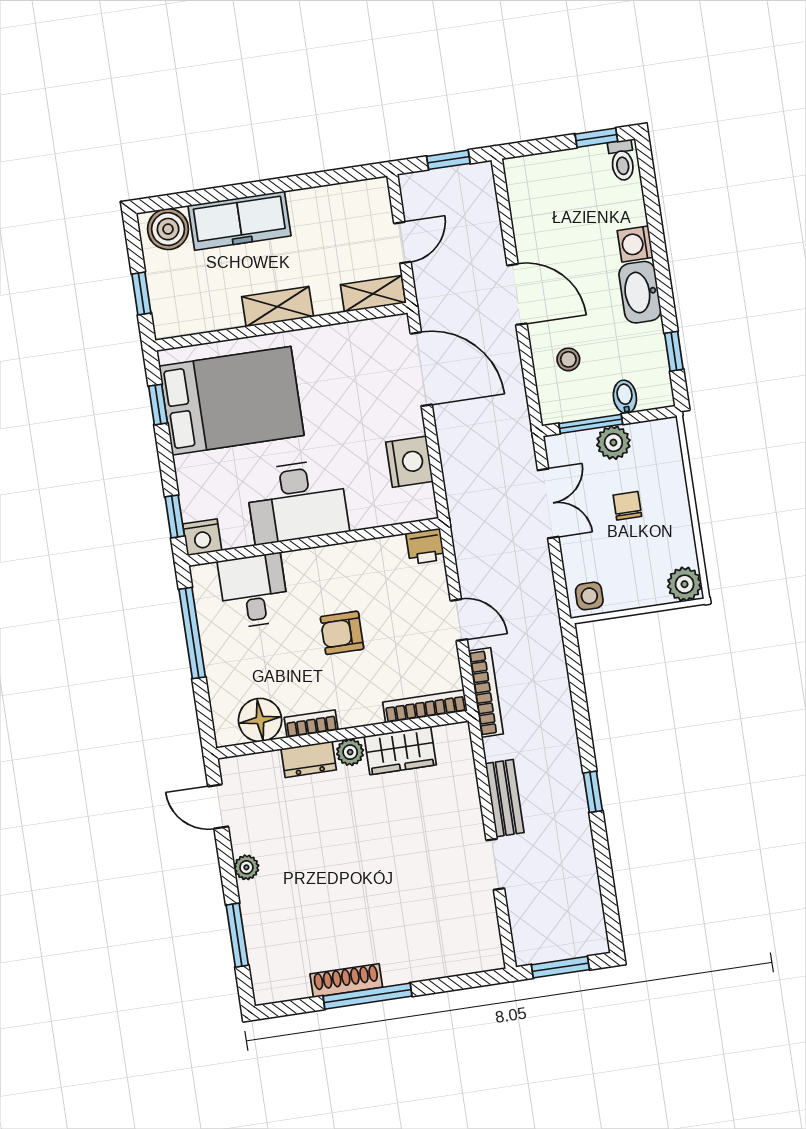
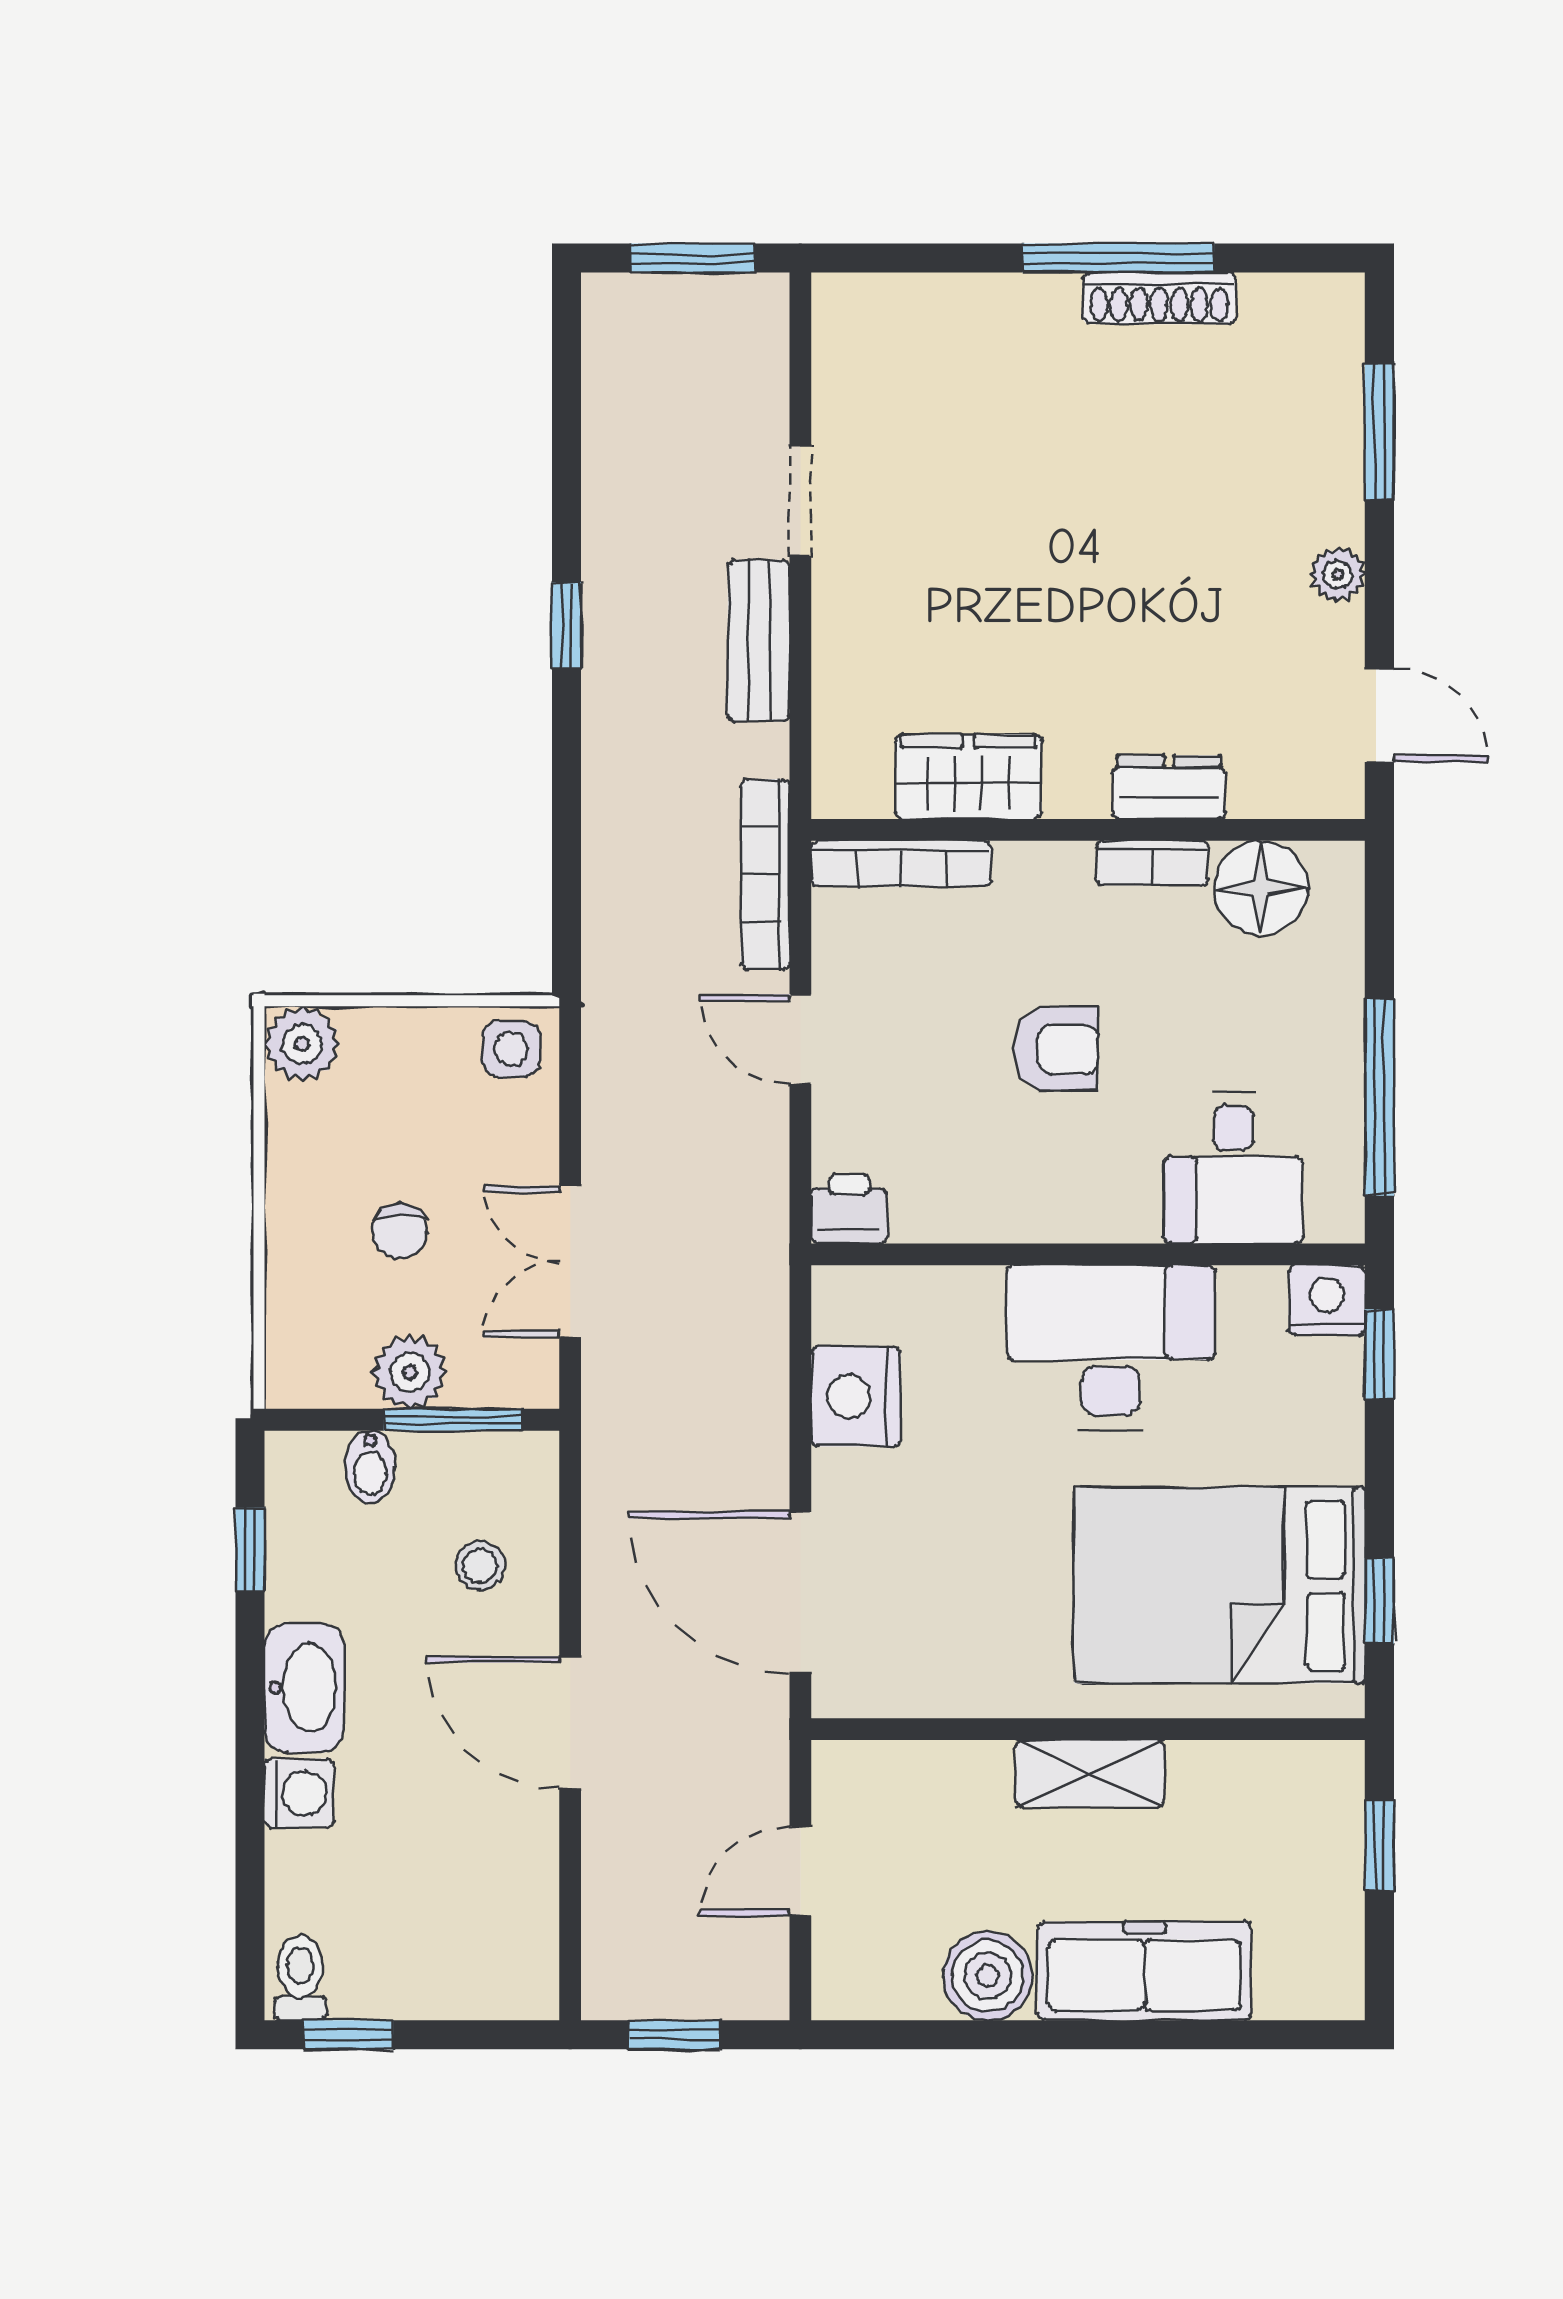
boiler: (168, 229) -> (988, 1976), moved
shelving: (373, 294) -> (880, 1770), removed
plant: (350, 752) -> (1077, 790), removed

